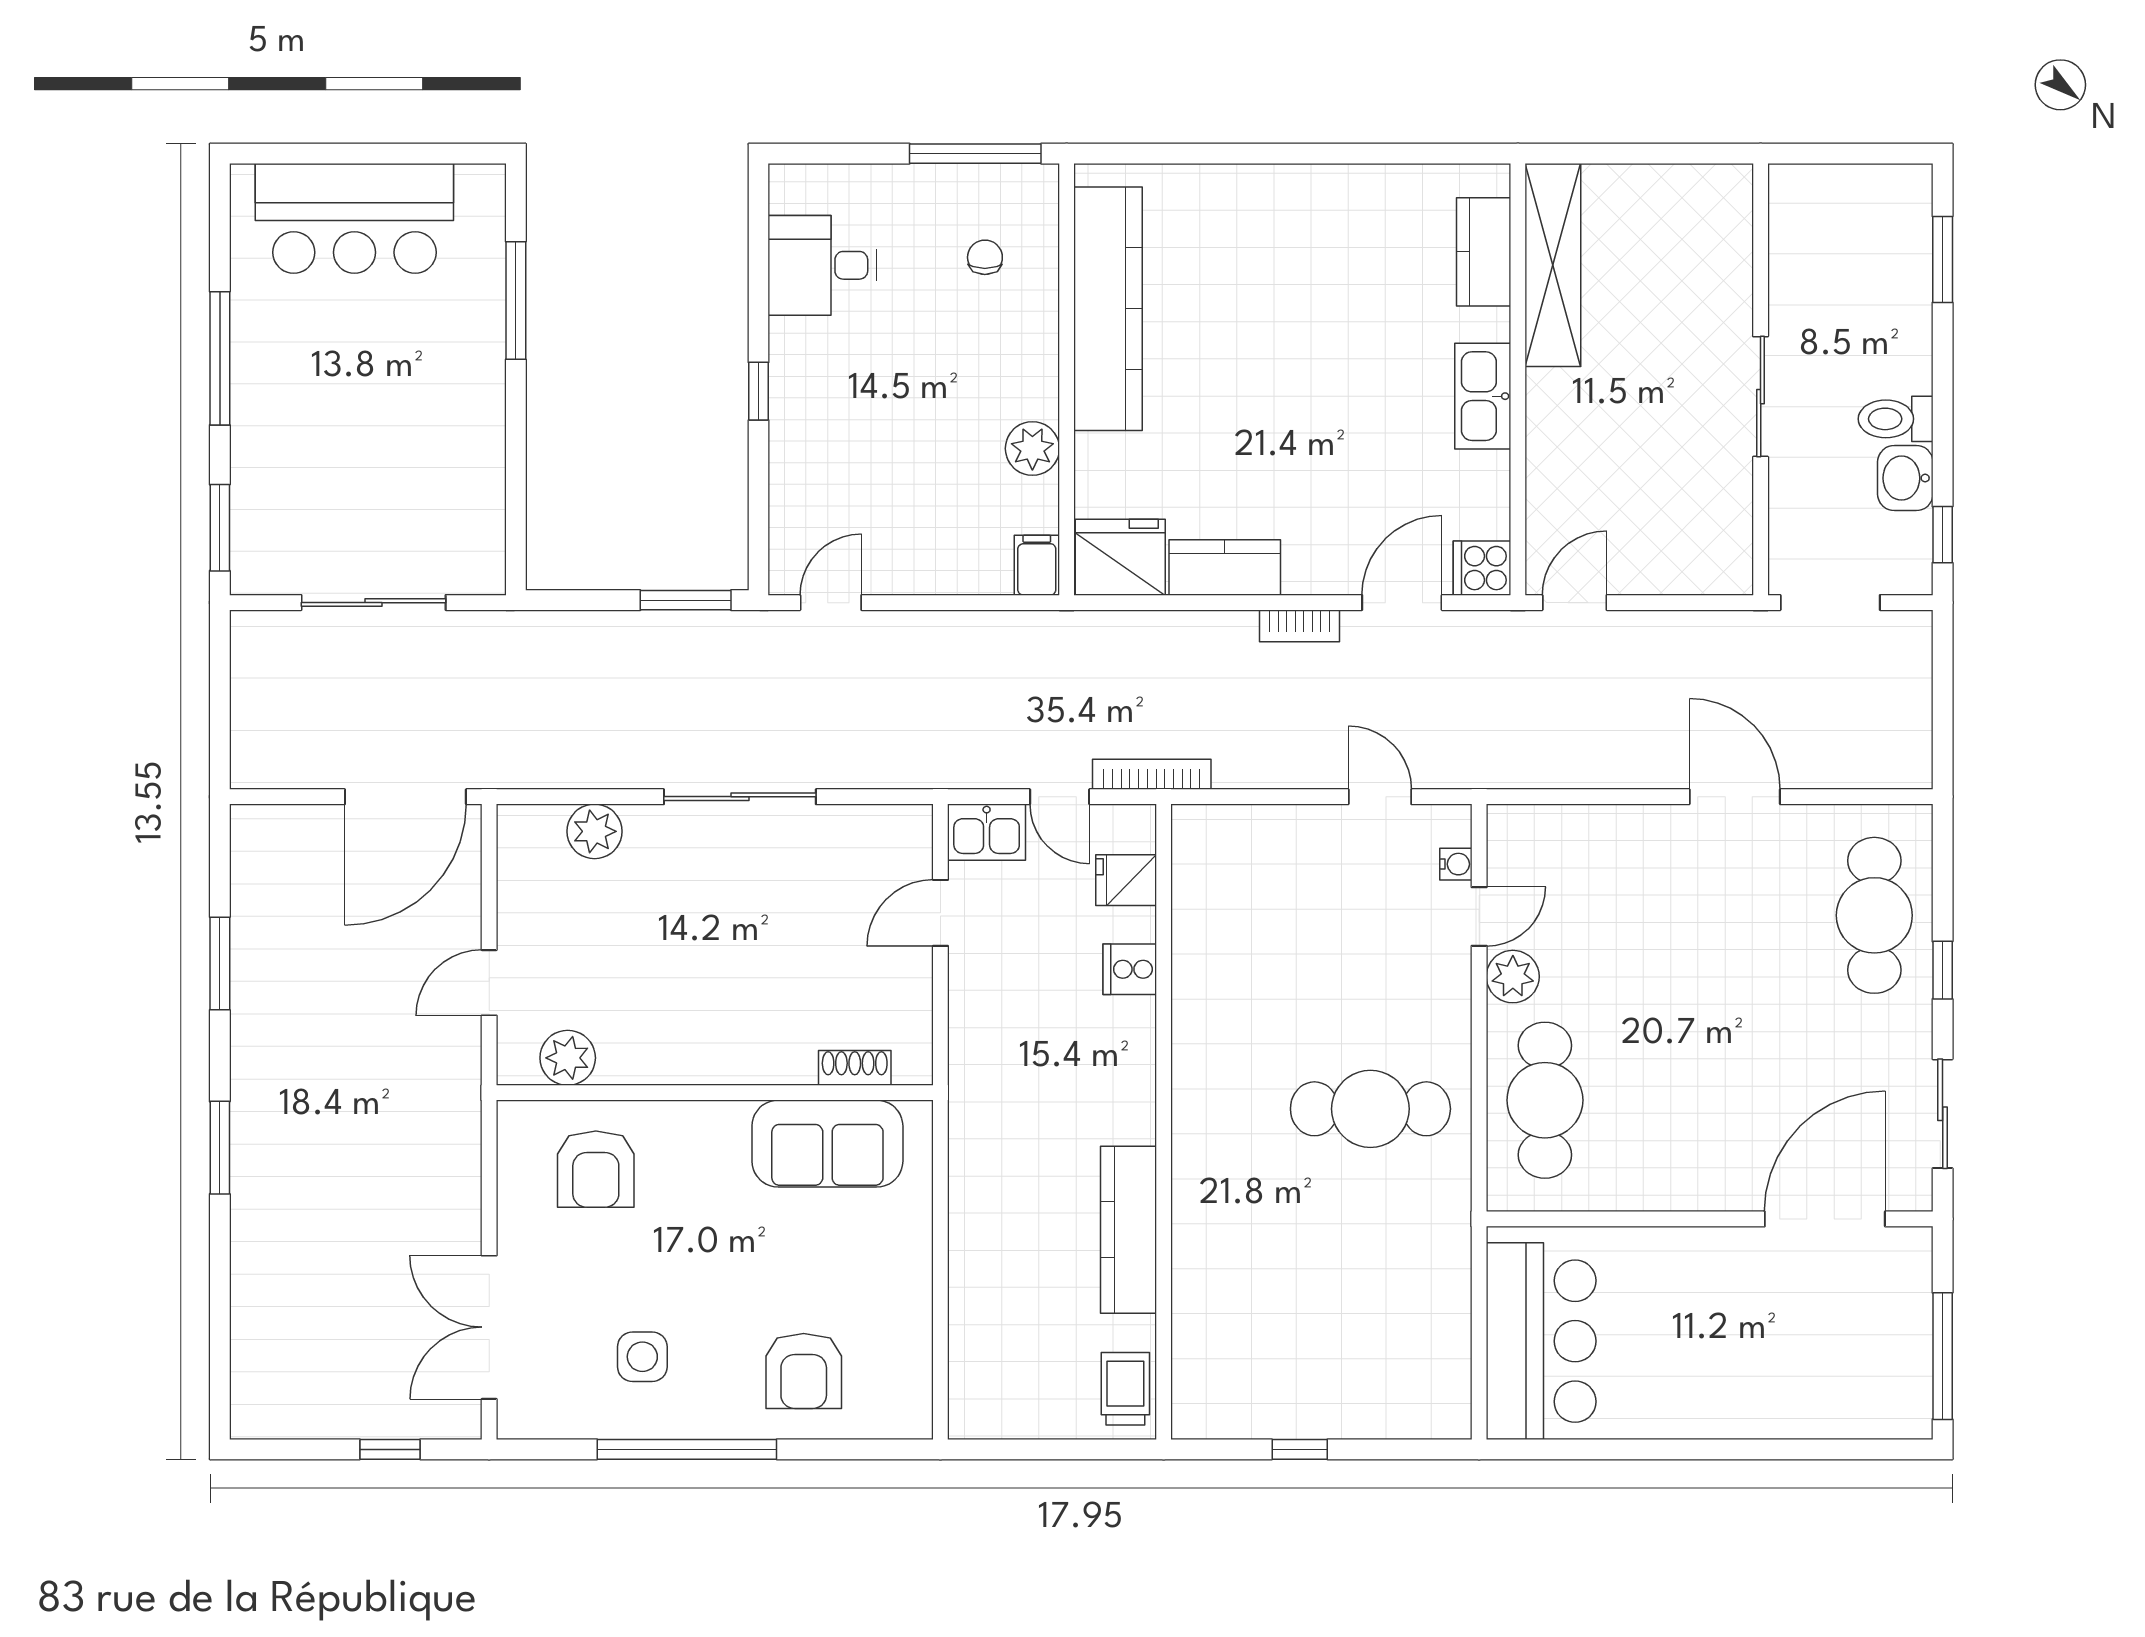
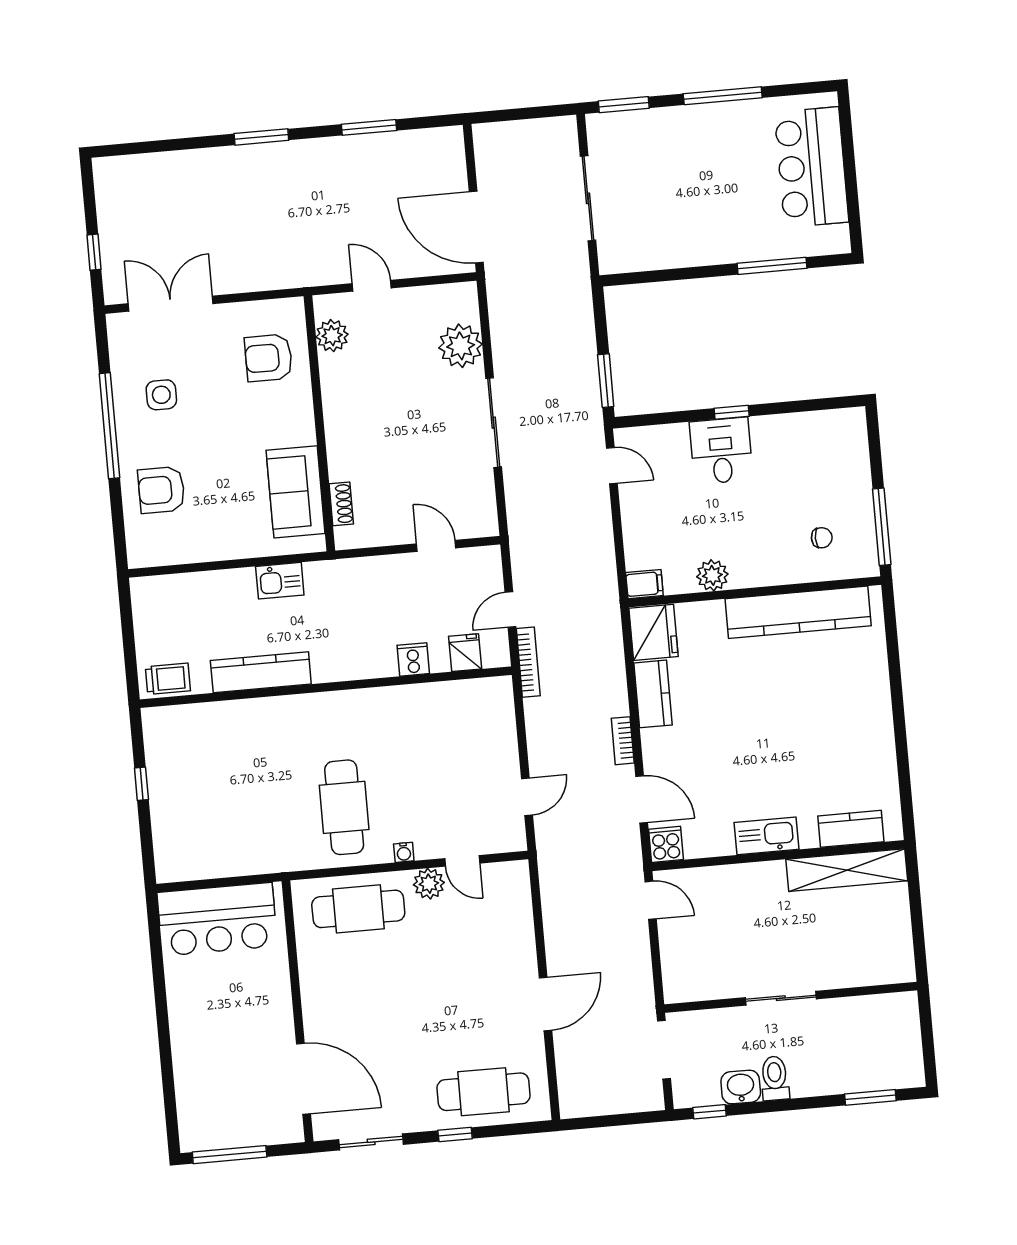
desk: (822, 265) -> (721, 451), moved
plant: (595, 831) -> (461, 346), width x1.36, depth x1.36
kitchen sink: (987, 832) -> (280, 581), moved, turned -90
water cooler: (1456, 864) -> (404, 852), moved

